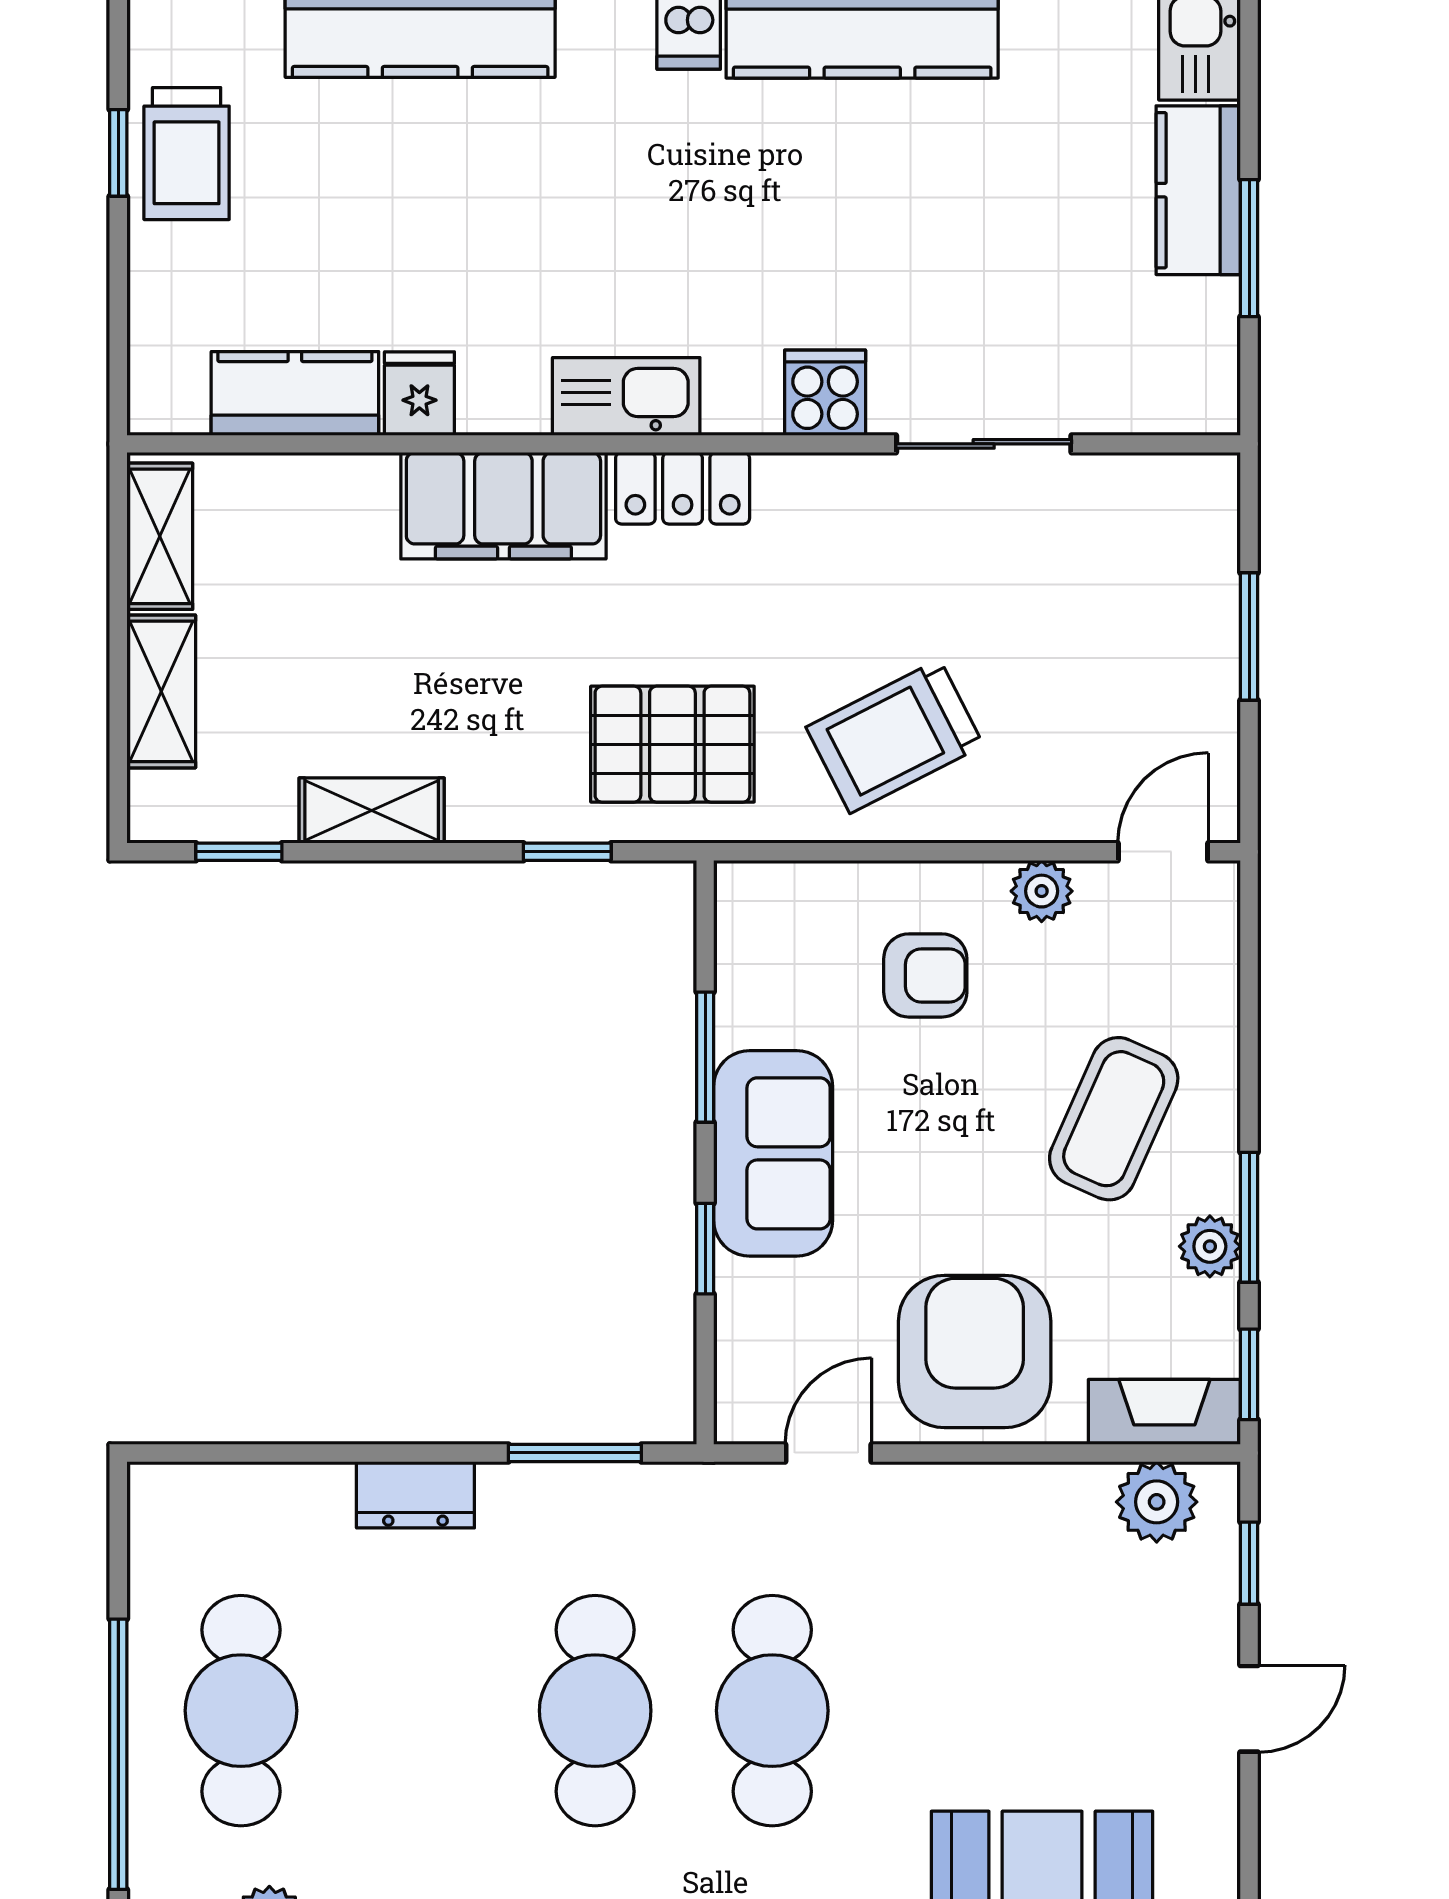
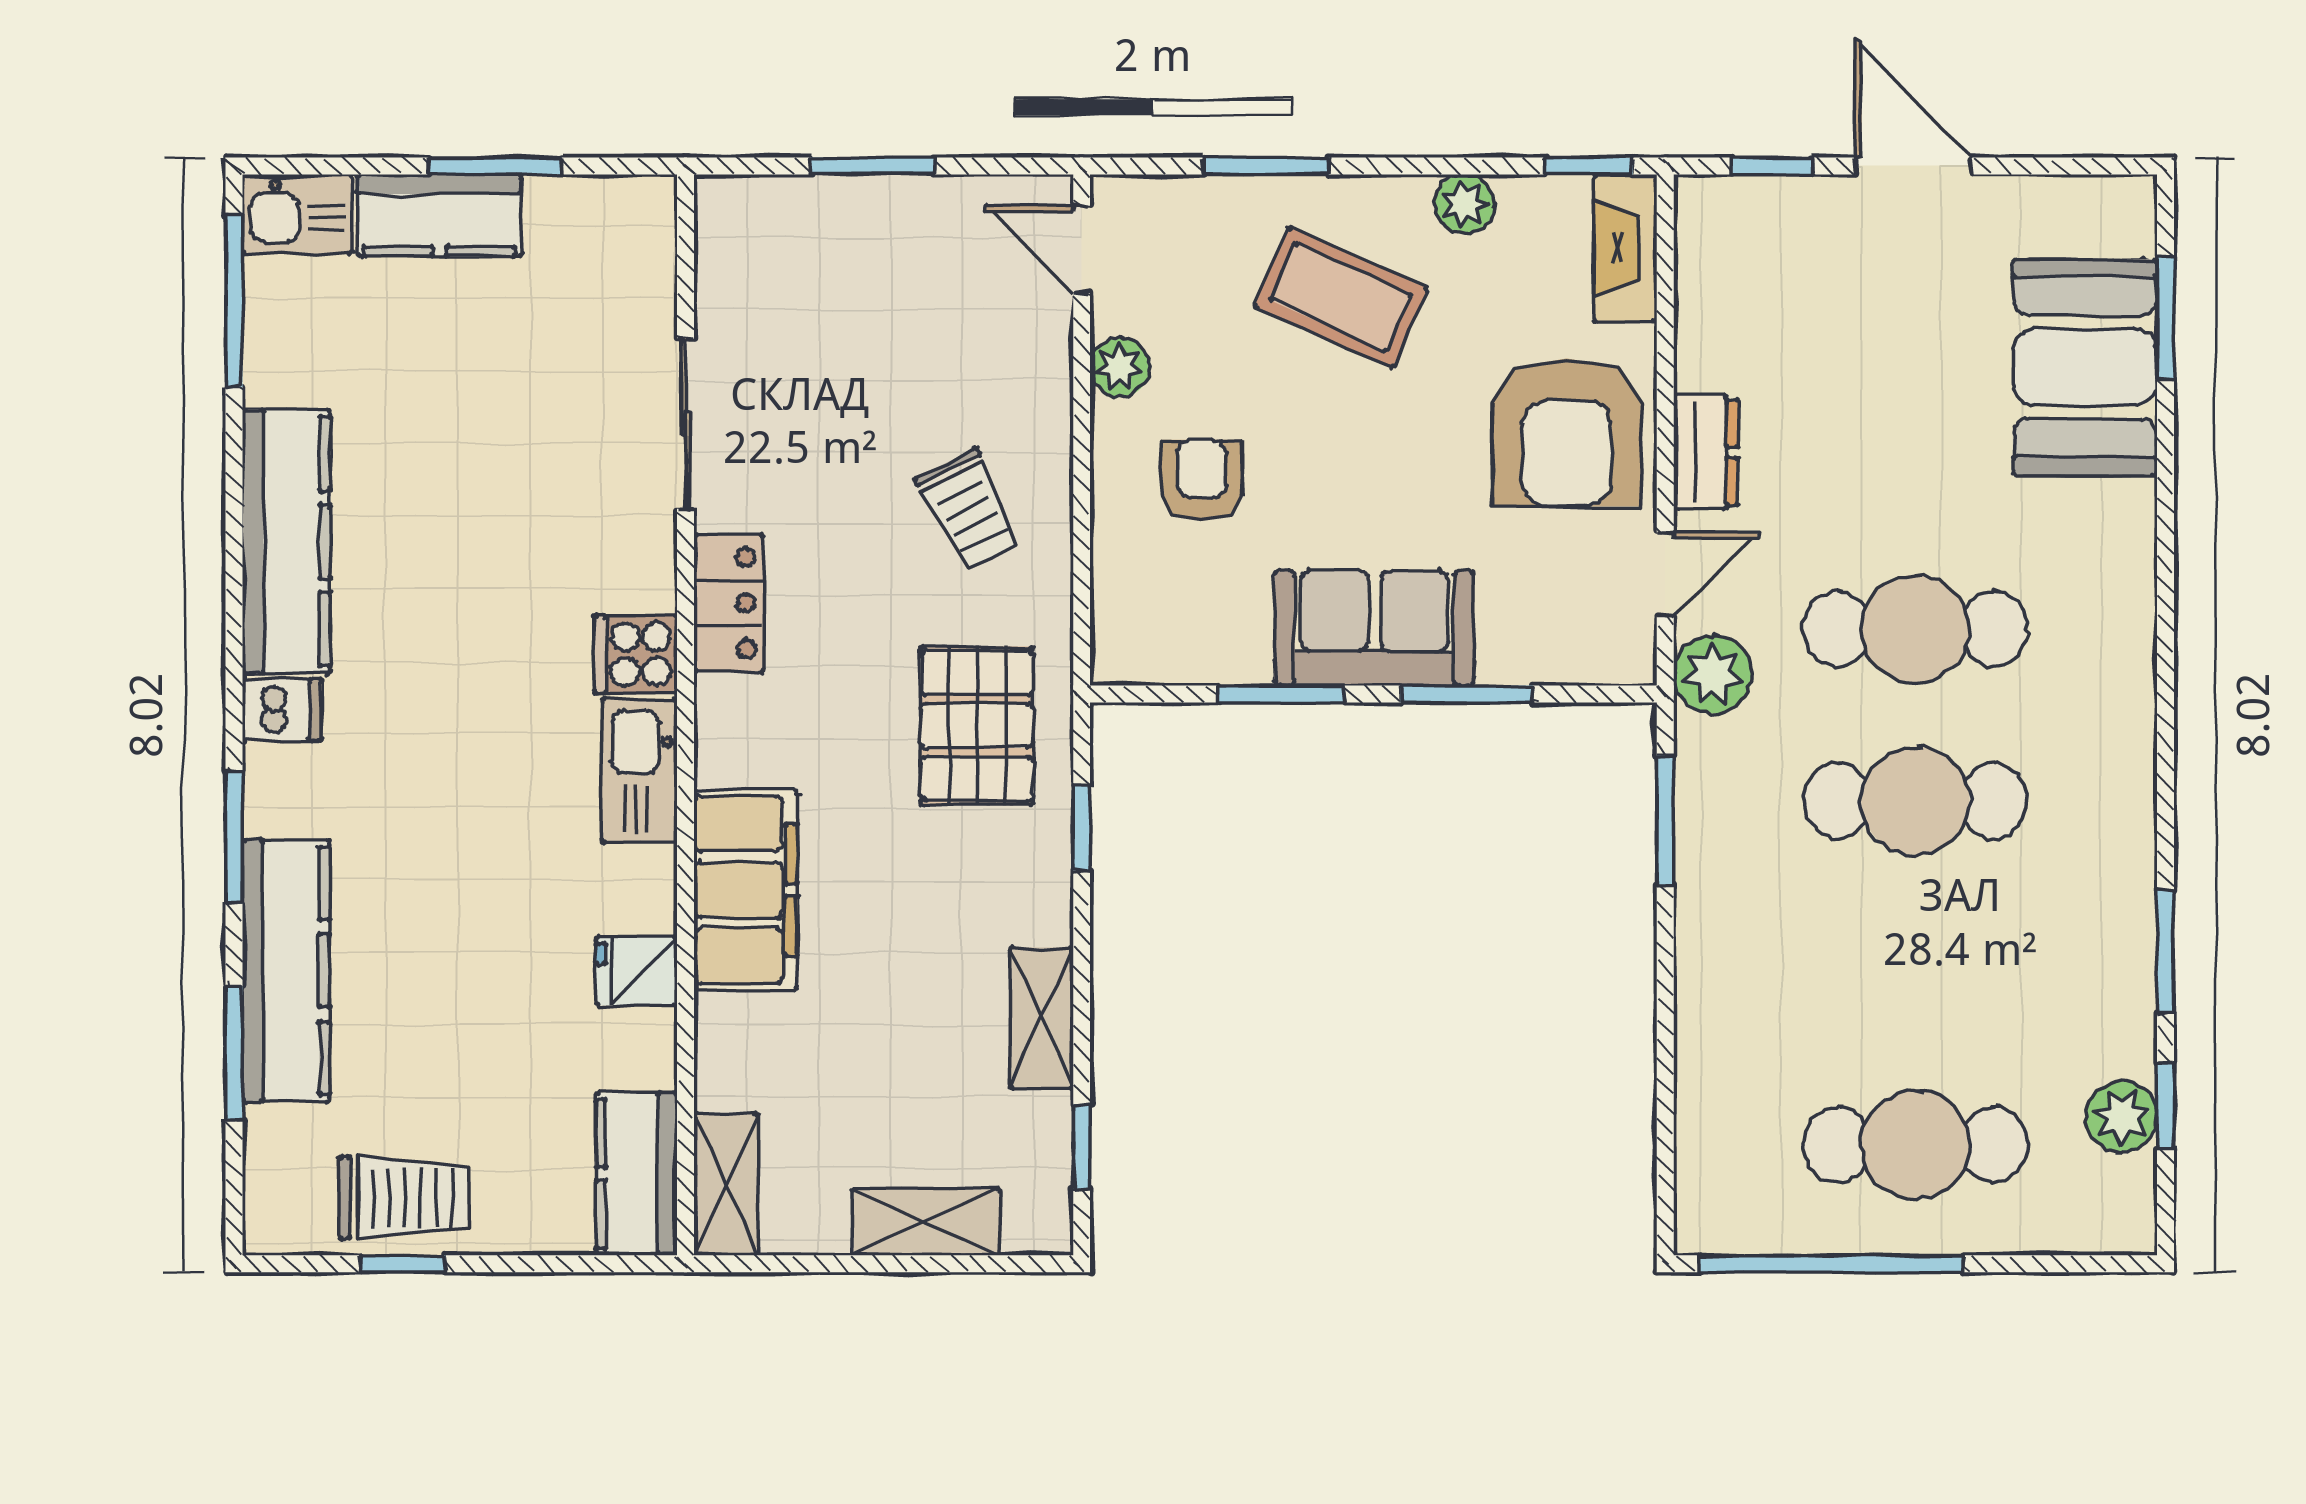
kitchen counter: (295, 393) -> (637, 1174), moved
cooker: (825, 393) -> (636, 654), moved
locker: (683, 488) -> (729, 603), moved
shelving: (160, 536) -> (726, 1184), moved, turned 90
trolley: (895, 736) -> (969, 510), width x0.73, depth x0.72
window: (1249, 1217) -> (1266, 166), moved
window: (705, 1249) -> (1467, 694), width x1.50
armchair: (975, 1351) -> (1567, 432), turned -90
door: (828, 1453) -> (1665, 574), swing flipped
dresser: (415, 1495) -> (1706, 452), moved
plant: (1157, 1502) -> (1713, 674), moved
door: (1249, 1709) -> (1914, 166), width x1.38
window: (118, 1754) -> (1831, 1264), moved

